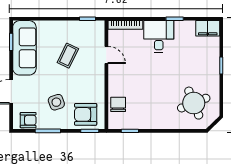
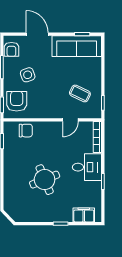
filing cabinet: (208, 28) -> (84, 215), moved, turned 90
coffee table: (68, 56) -> (80, 93), moved
round table: (194, 103) -> (45, 180), moved

